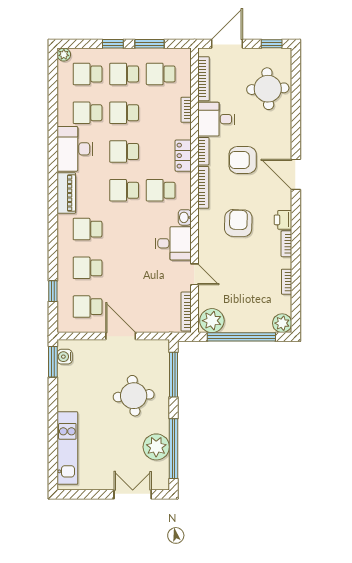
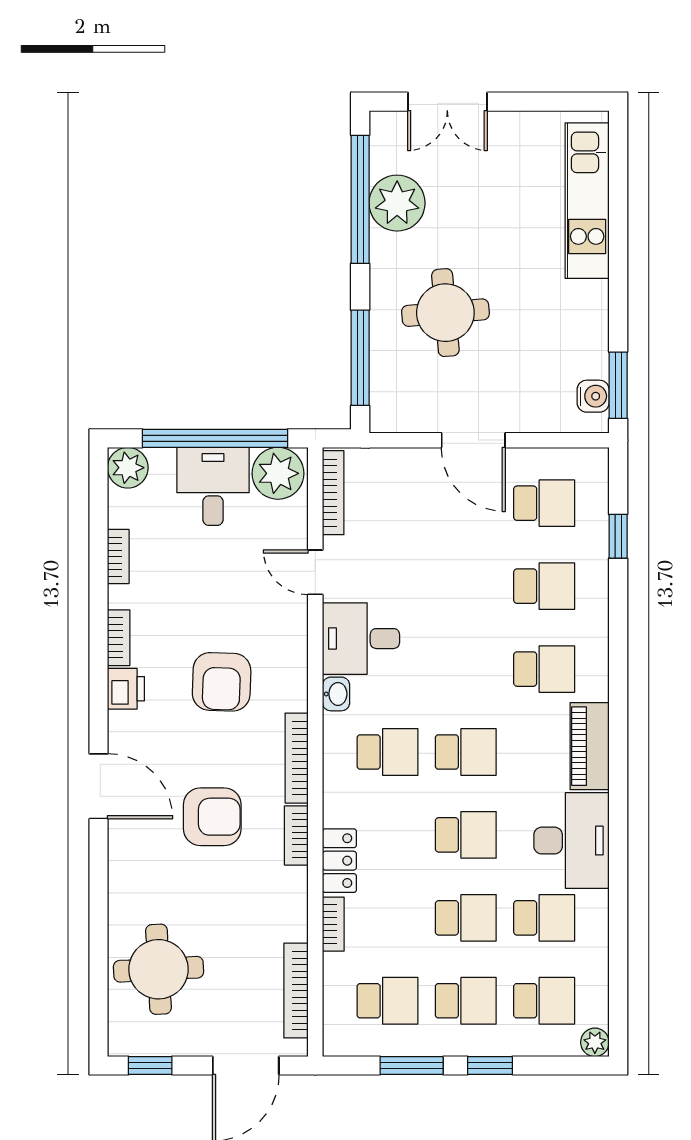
desk: (216, 119) -> (213, 486), moved, turned -90
locker: (183, 156) -> (339, 861), moved

